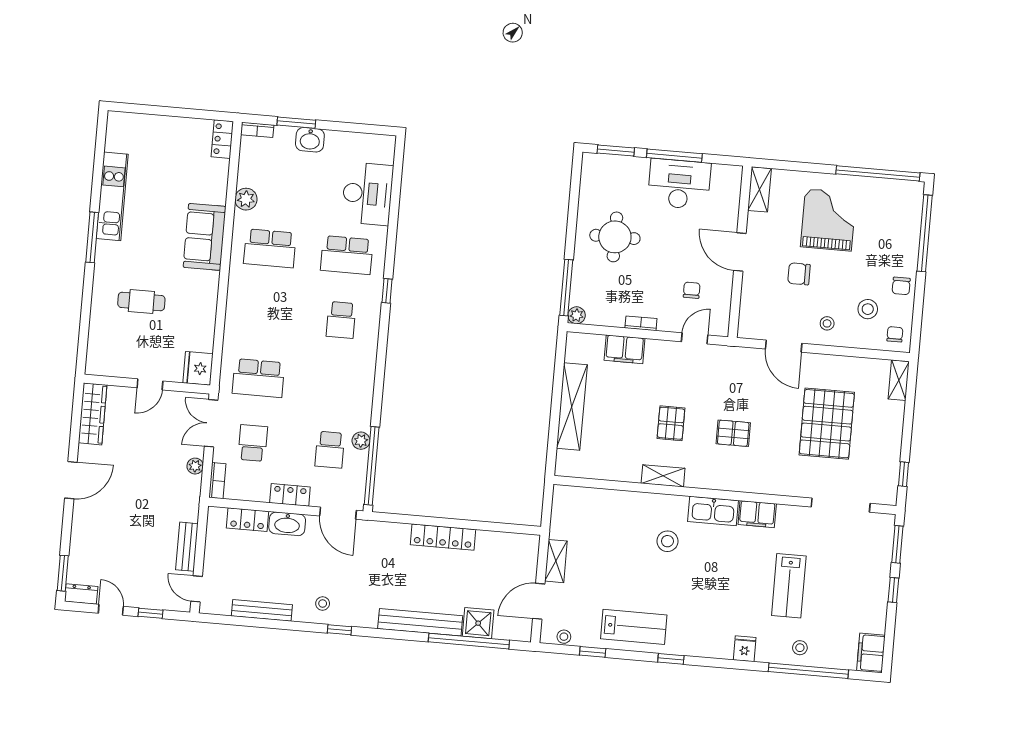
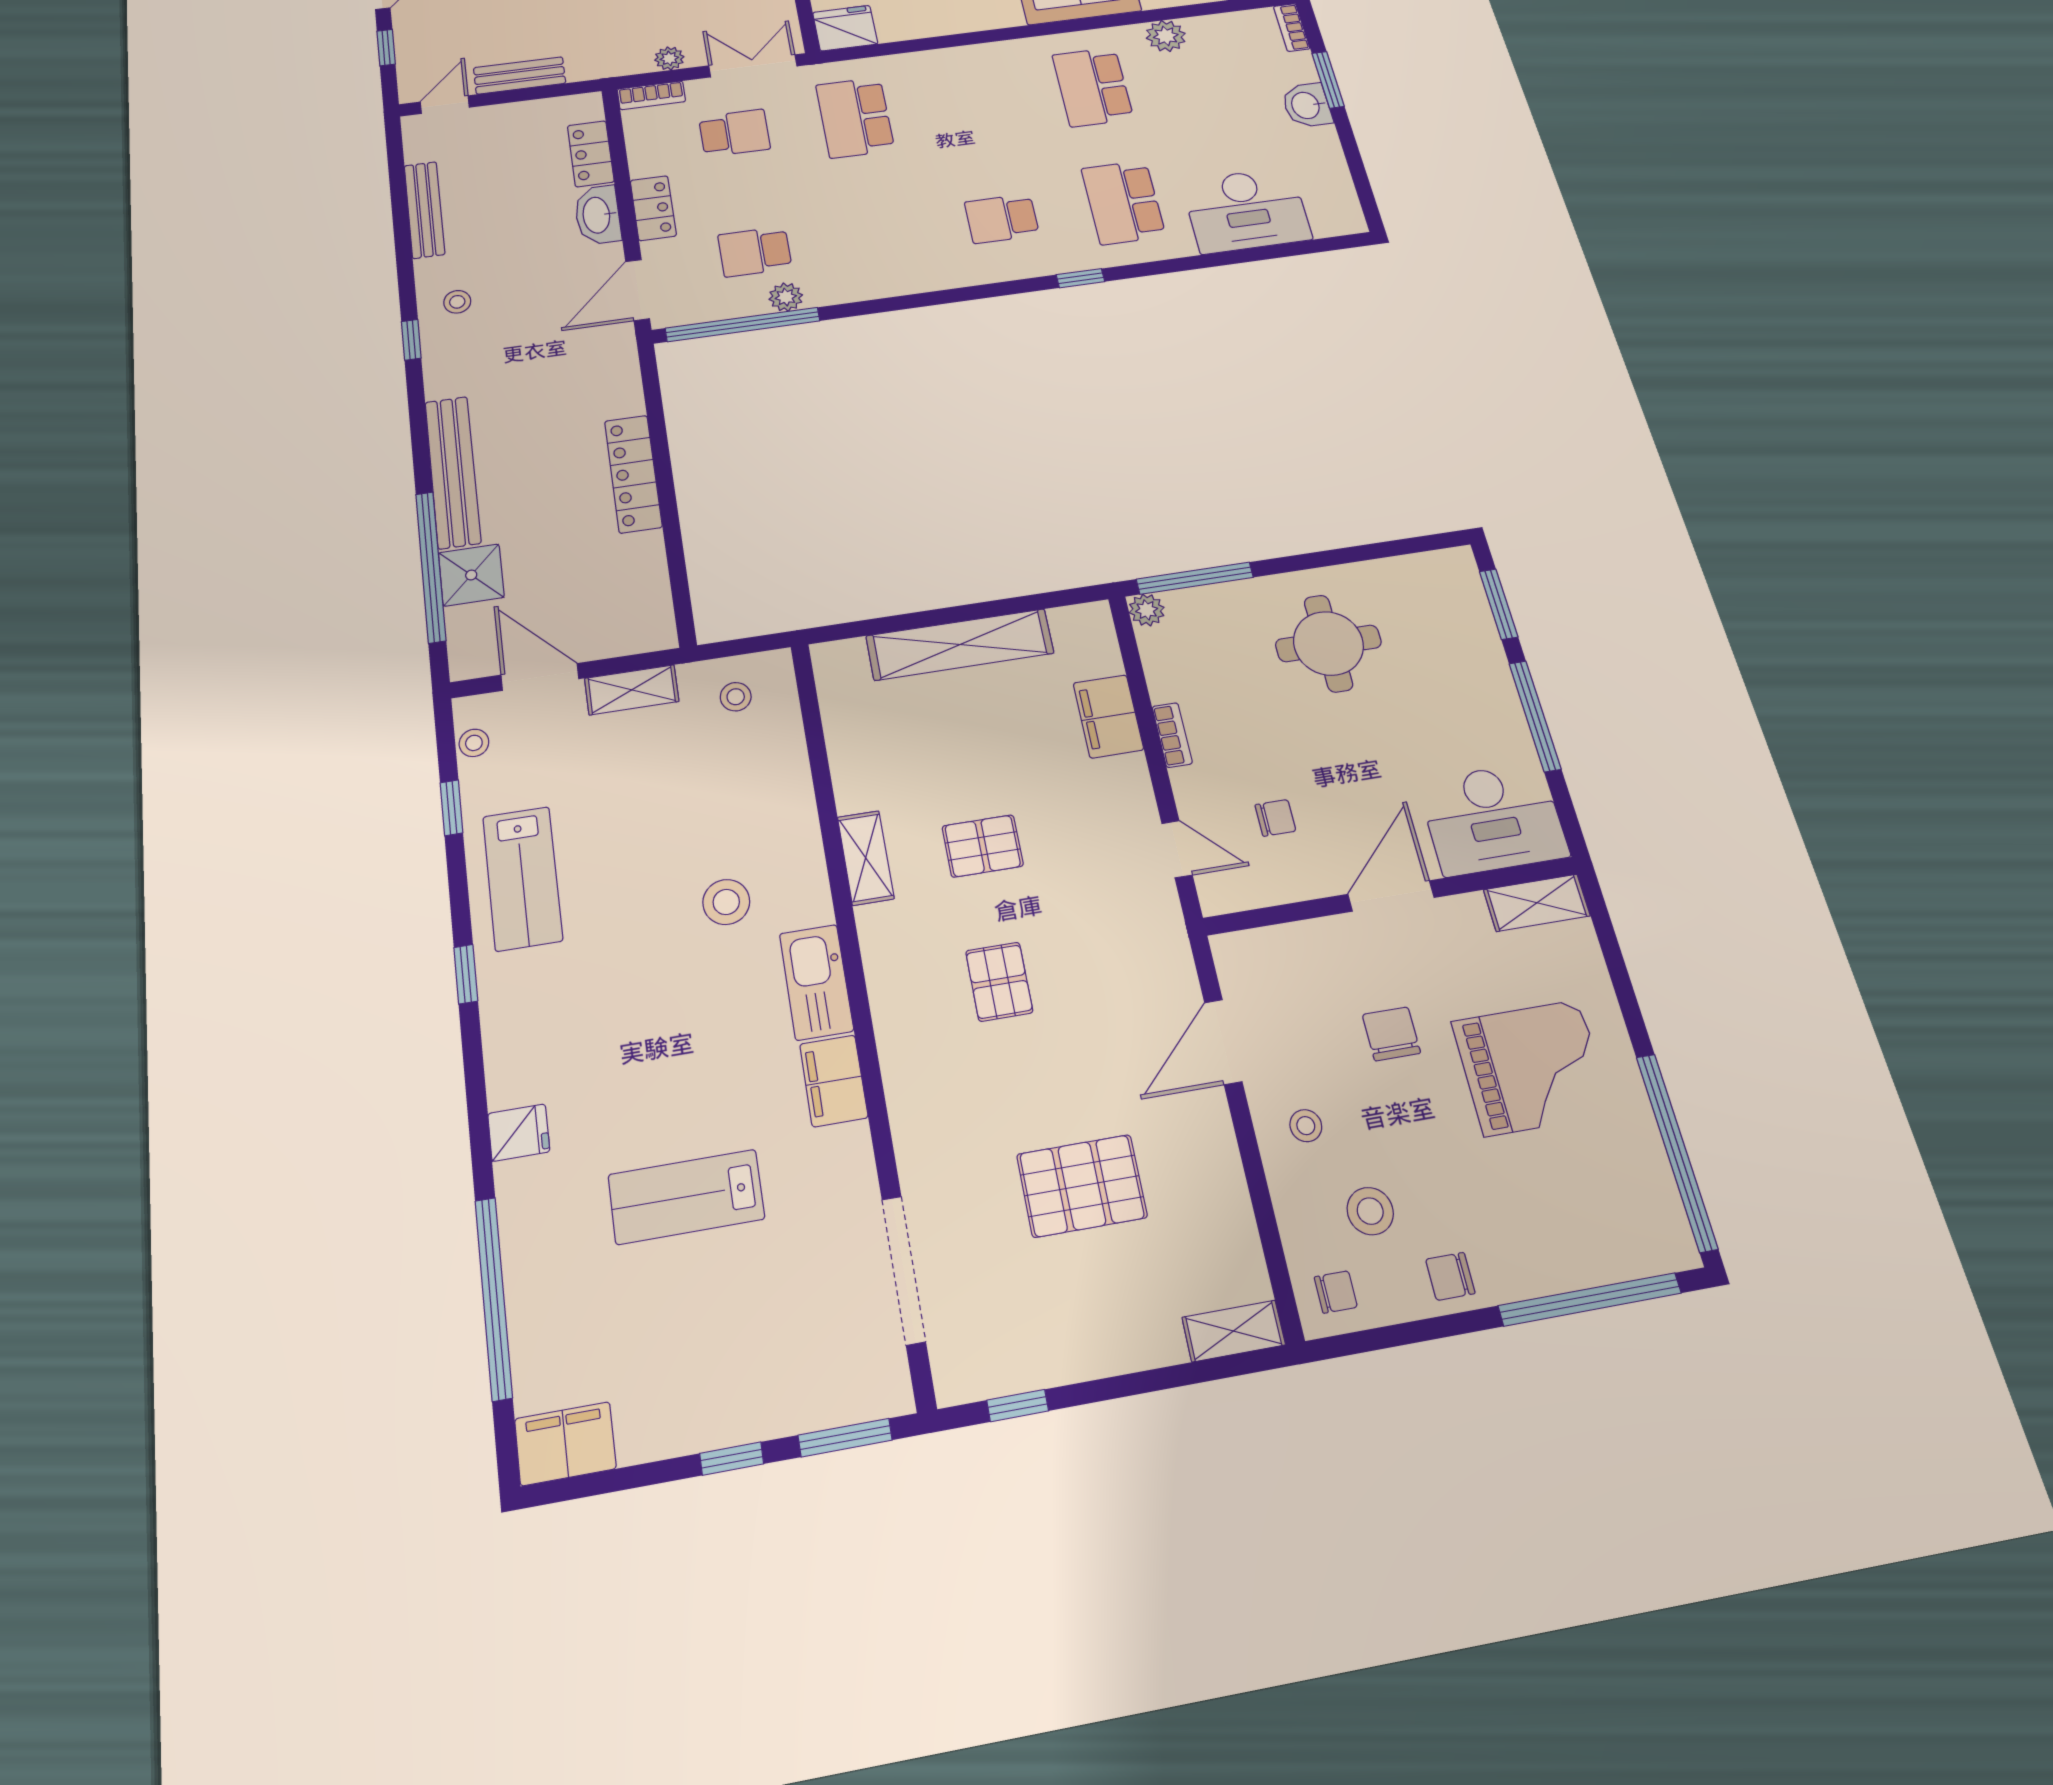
desk: (679, 184) -> (1493, 819), moved, turned 90
pallet: (827, 424) -> (1082, 1186), width x0.73, depth x0.71
stool: (800, 648) -> (736, 697), moved

